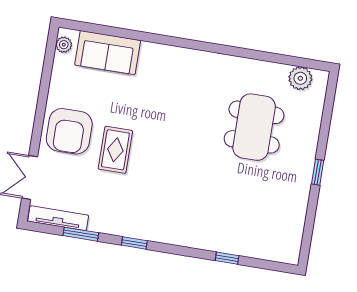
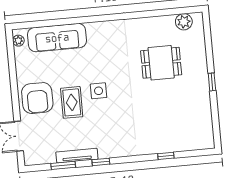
sofa: (108, 53) -> (57, 38), width x1.36
dining table: (254, 127) -> (161, 63), width x0.73
side table: (157, 143) -> (99, 91), added
tv unit: (58, 218) -> (77, 156), moved

